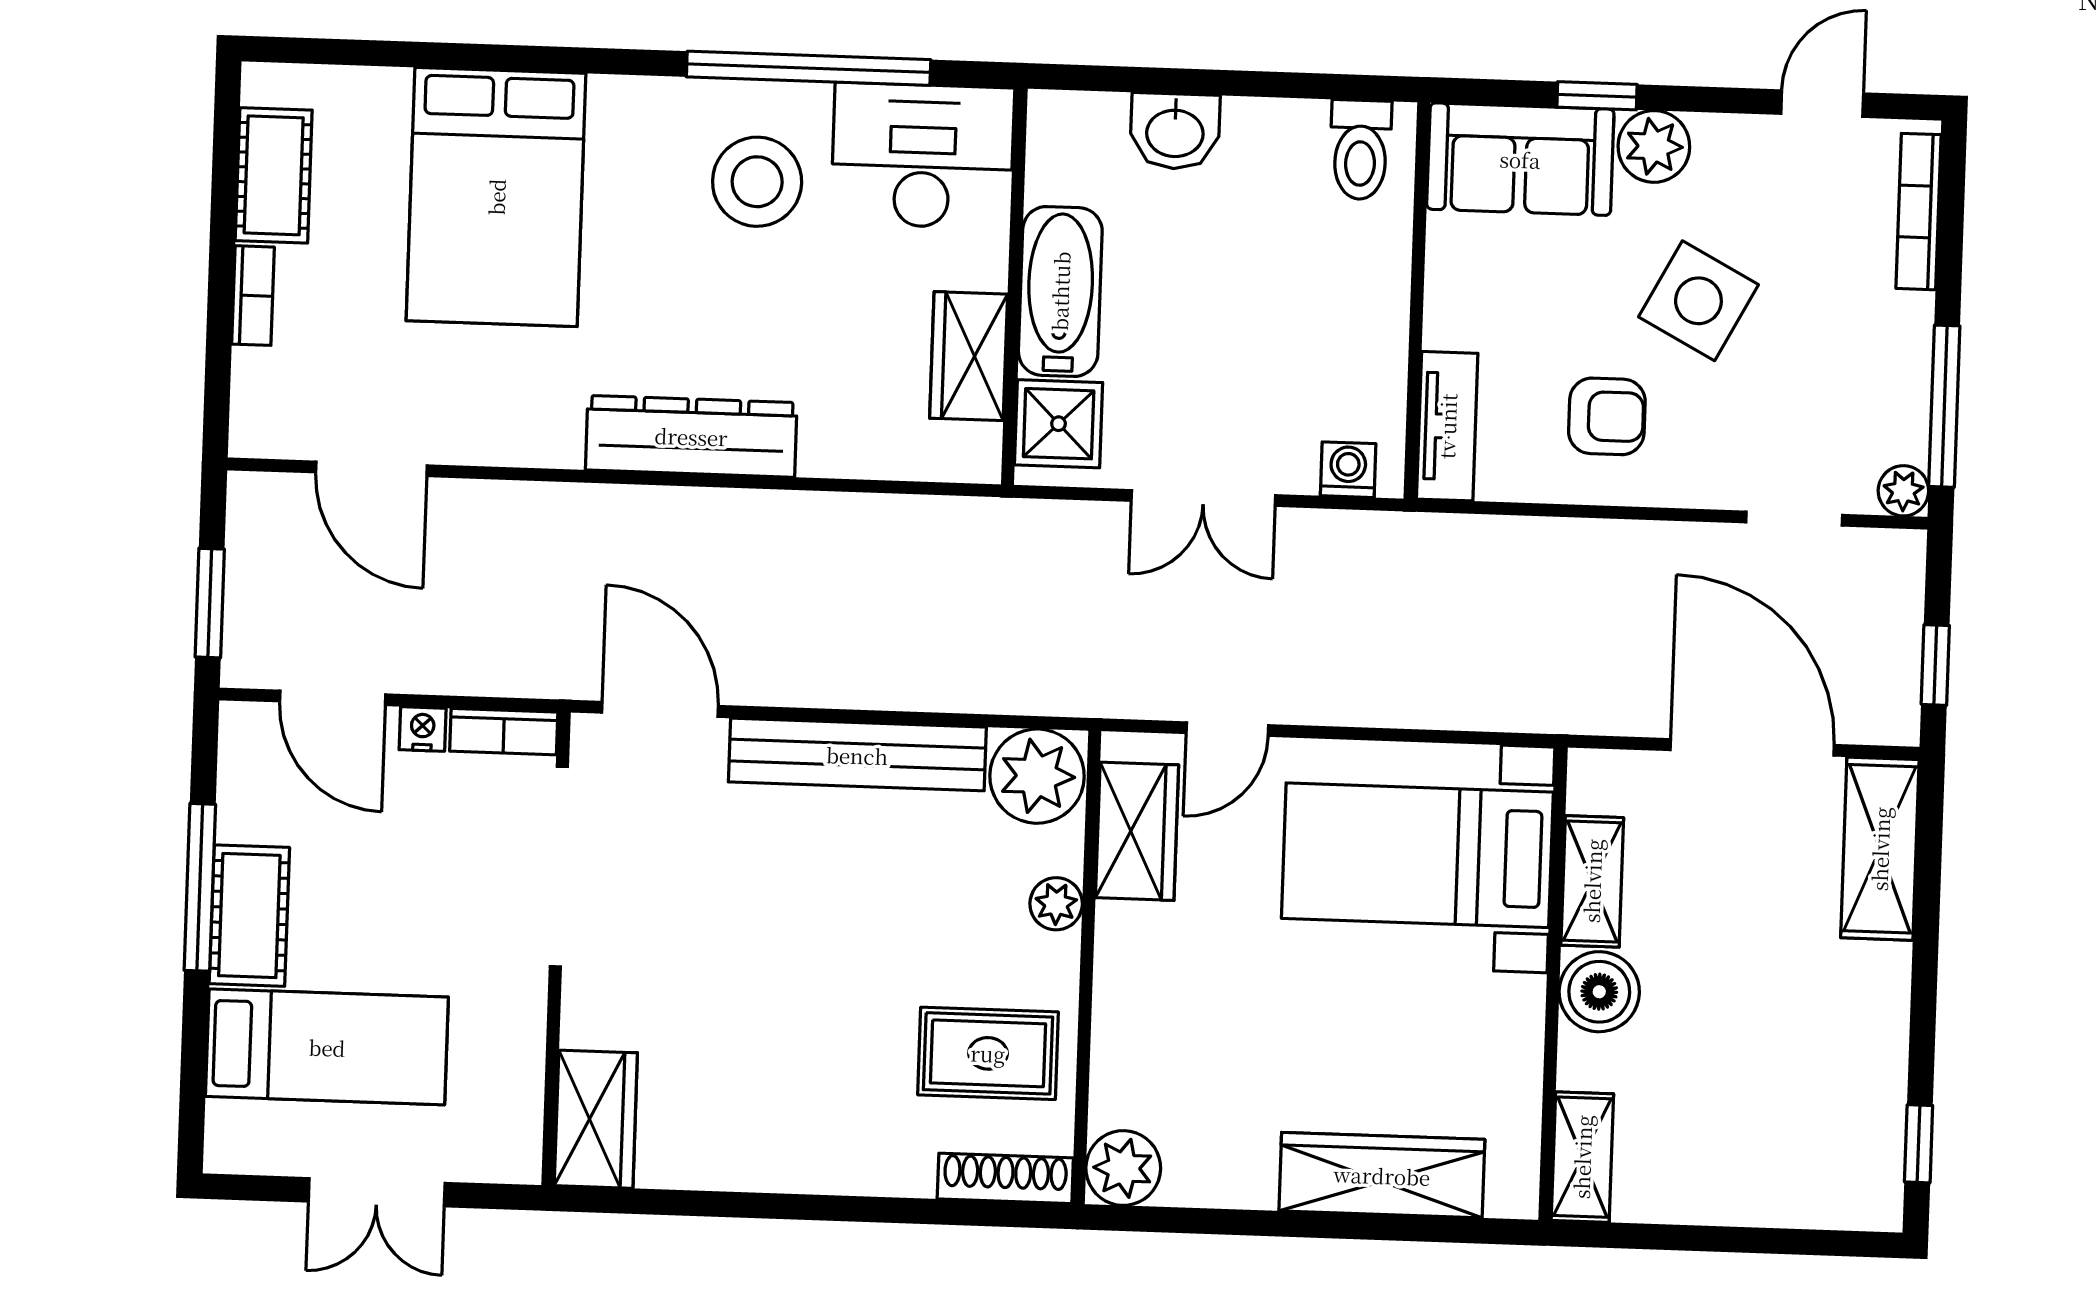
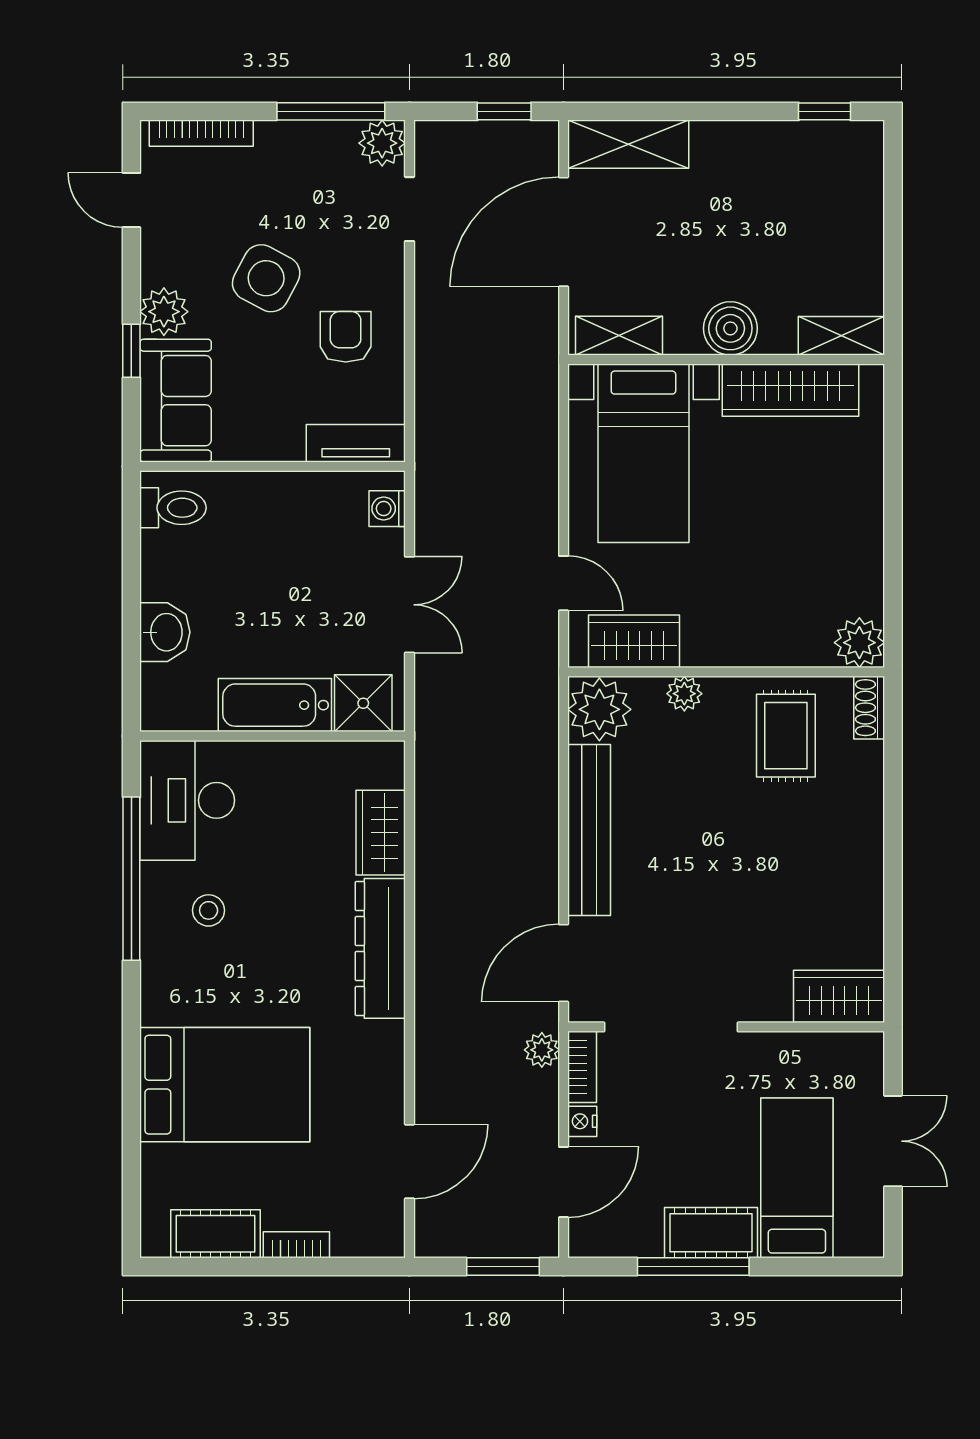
stool: (757, 182) -> (209, 910), width x0.53, depth x0.53
wardrobe: (969, 356) -> (381, 833), moved, turned 90
plant: (1903, 491) -> (382, 143), width x1.38, depth x1.38
plant: (531, 672) -> (542, 1050), added
shelving: (1592, 881) -> (619, 336), moved
wardrobe: (1382, 1175) -> (790, 390), moved, turned -90
shoe rack: (1005, 1178) -> (869, 708), width x0.70

